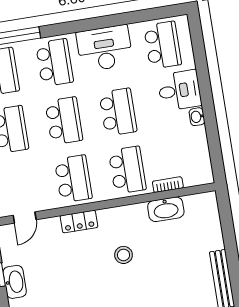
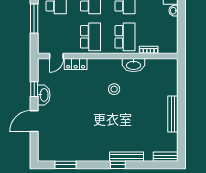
washbasin: (166, 209) -> (134, 65), moved
locker: (79, 222) -> (76, 64), moved

